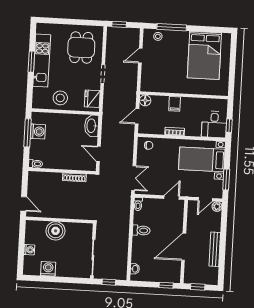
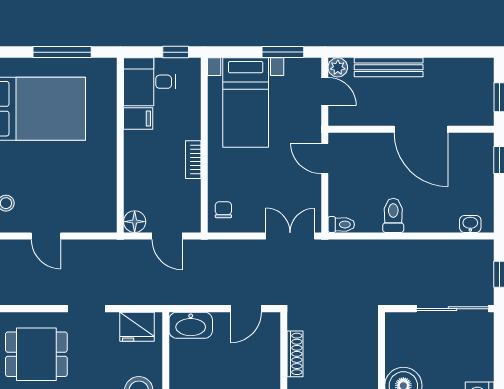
window: (232, 69) -> (62, 52), added
filing cabinet: (175, 104) -> (138, 118), moved
desk: (214, 124) -> (150, 82), moved, turned 180
bench: (215, 249) -> (389, 67), moved

